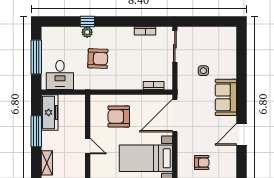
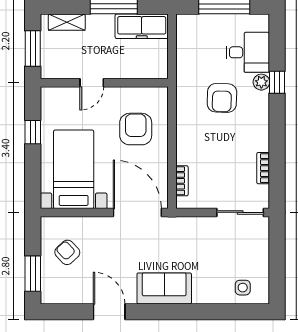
side table: (203, 71) -> (243, 288), moved
desk: (60, 75) -> (248, 52), moved, turned 180
armchair: (202, 163) -> (67, 252), turned 137

